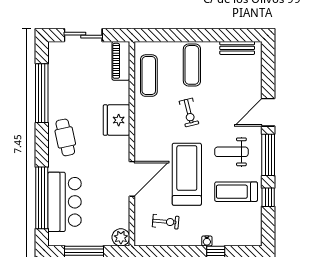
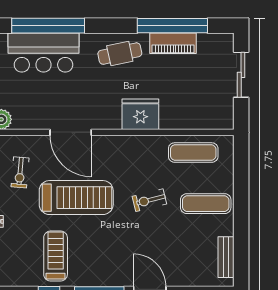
piano: (121, 61) -> (173, 43), moved, turned 180
weight bench: (231, 152) -> (103, 250), removed

